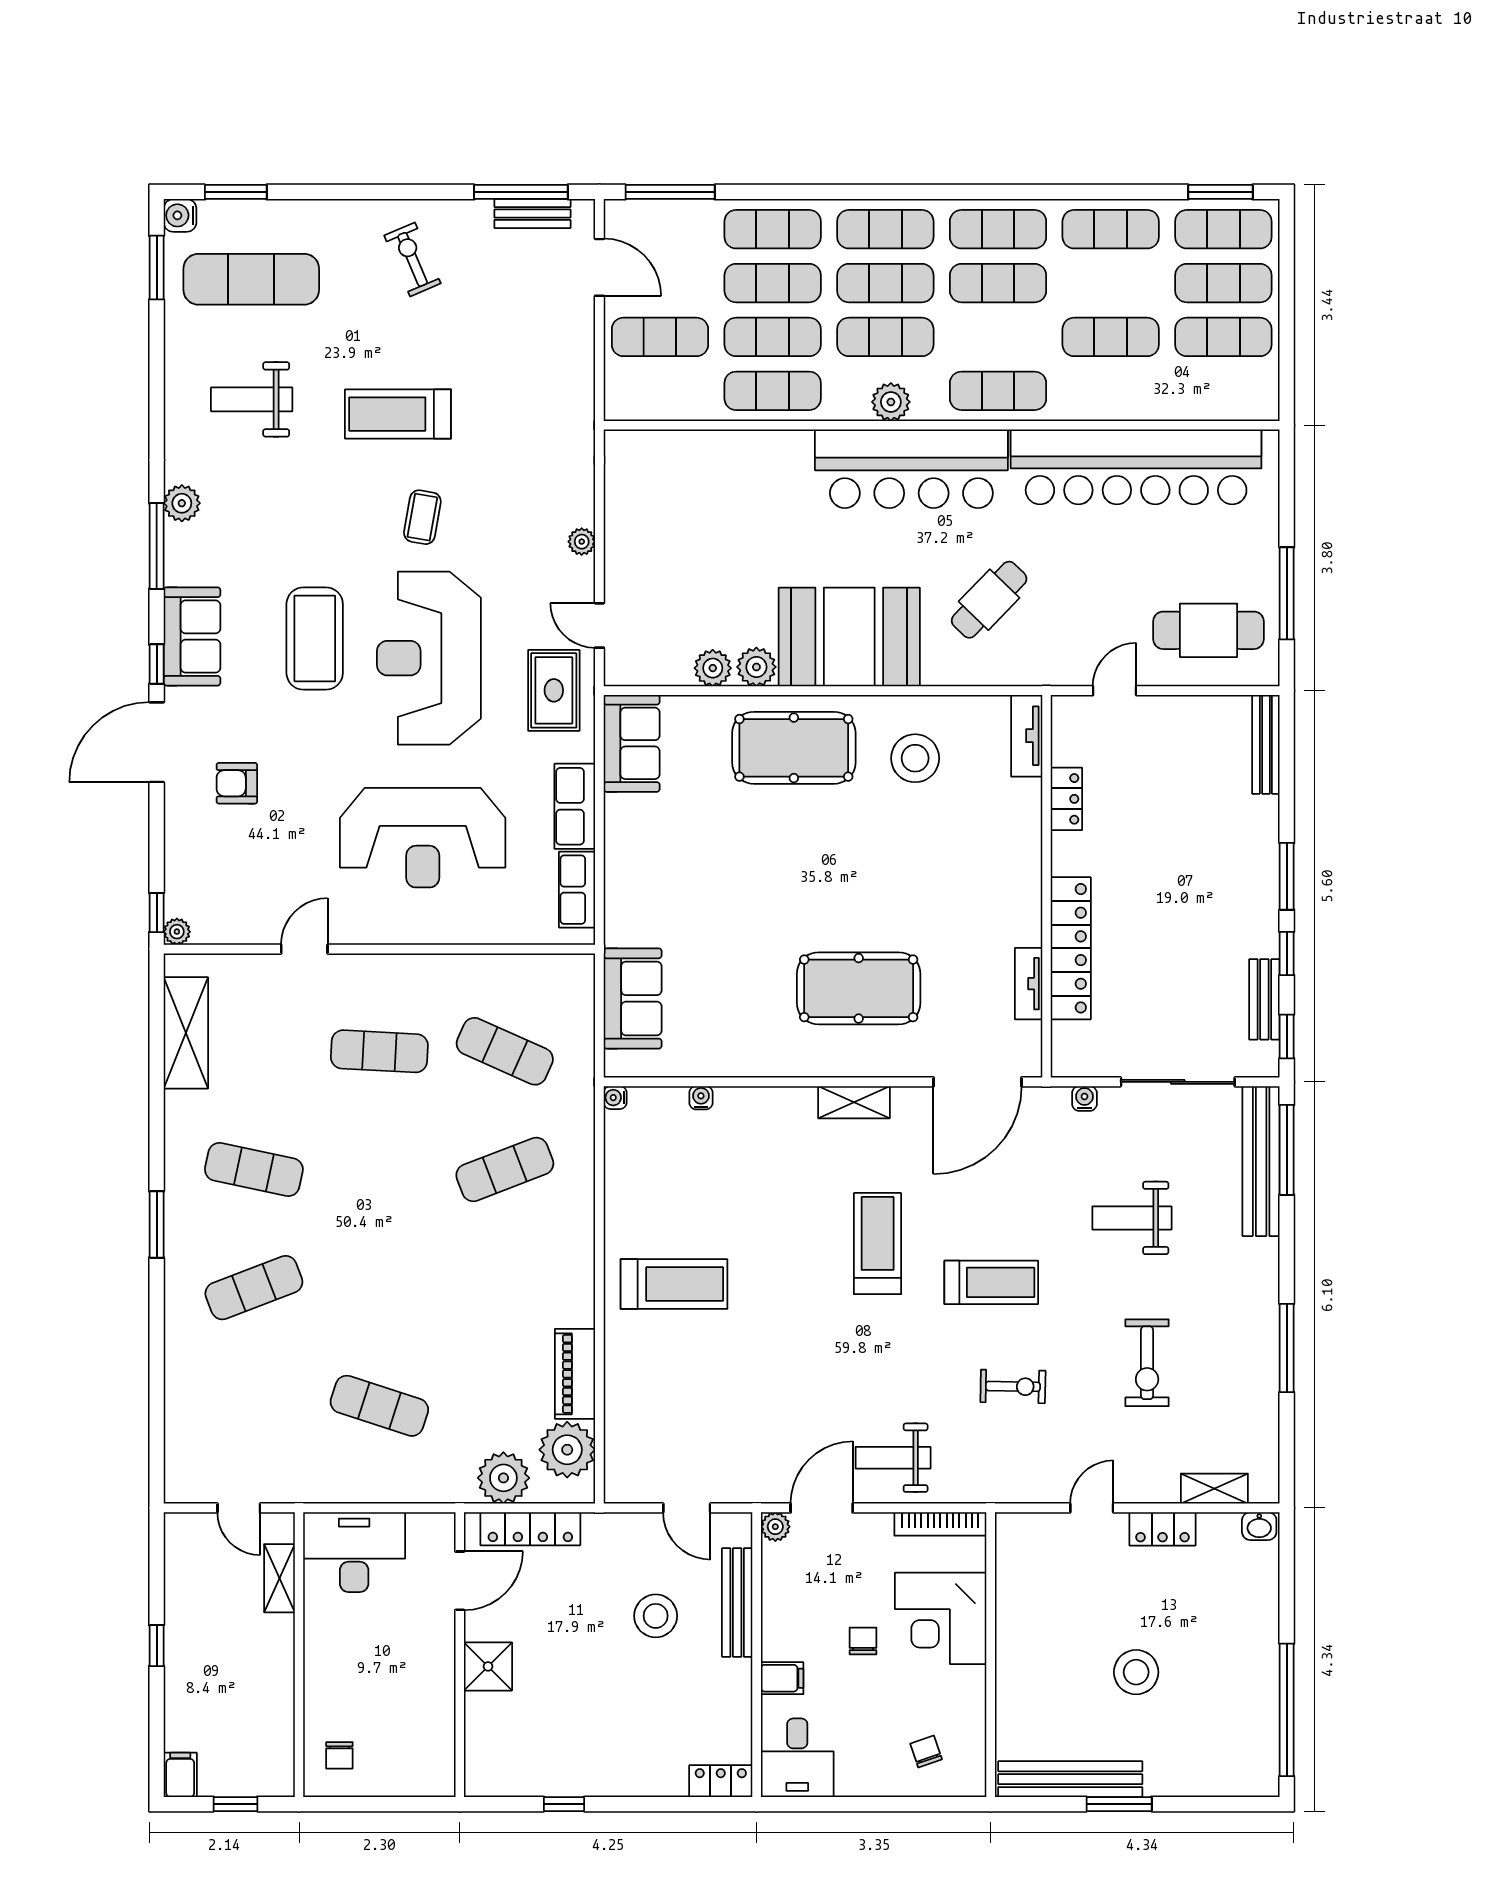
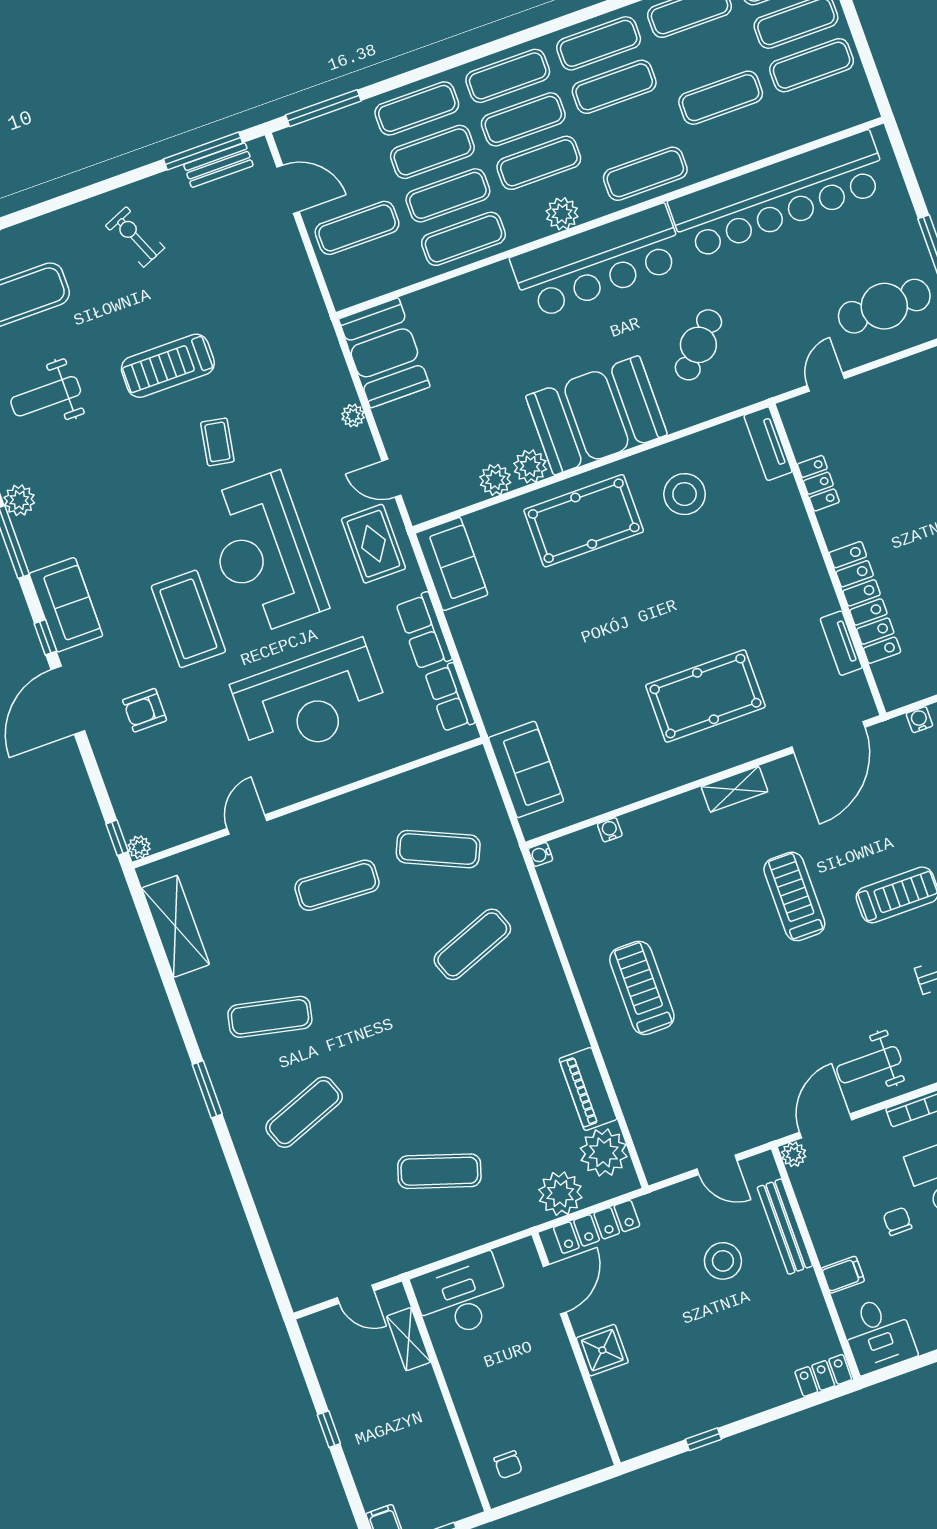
booth: (641, 485) -> (384, 353), added
coffee table: (315, 639) -> (188, 619), moved
treadmill: (674, 1284) -> (642, 988), turned -90

